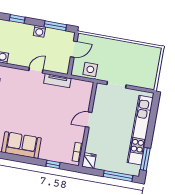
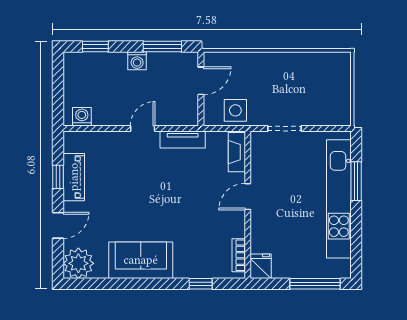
fireplace: (87, 93) -> (237, 152), added
window: (145, 159) -> (356, 181), moved

